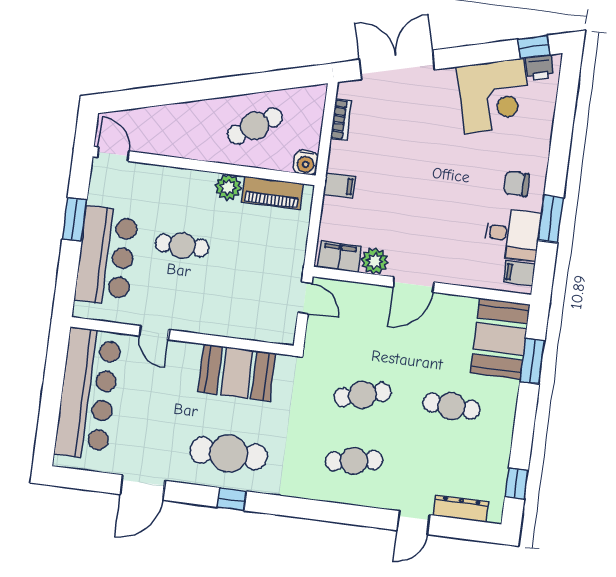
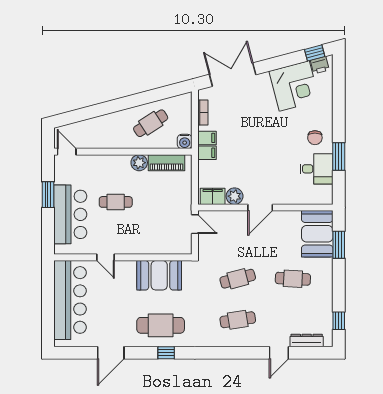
chair: (516, 184) -> (315, 138), turned -90
filing cabinet: (519, 273) -> (207, 138), moved, turned 180

